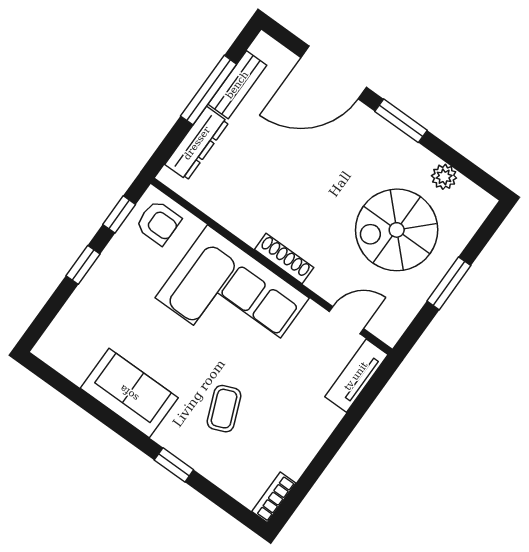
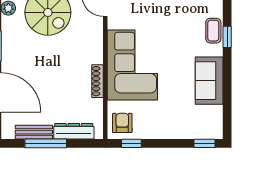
shoe rack: (284, 258) -> (98, 81), moved
window: (83, 265) -> (205, 143), moved
coffee table: (224, 409) -> (213, 31), moved, turned -68

